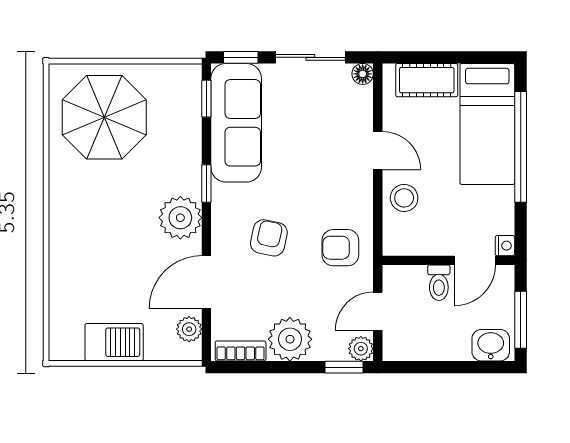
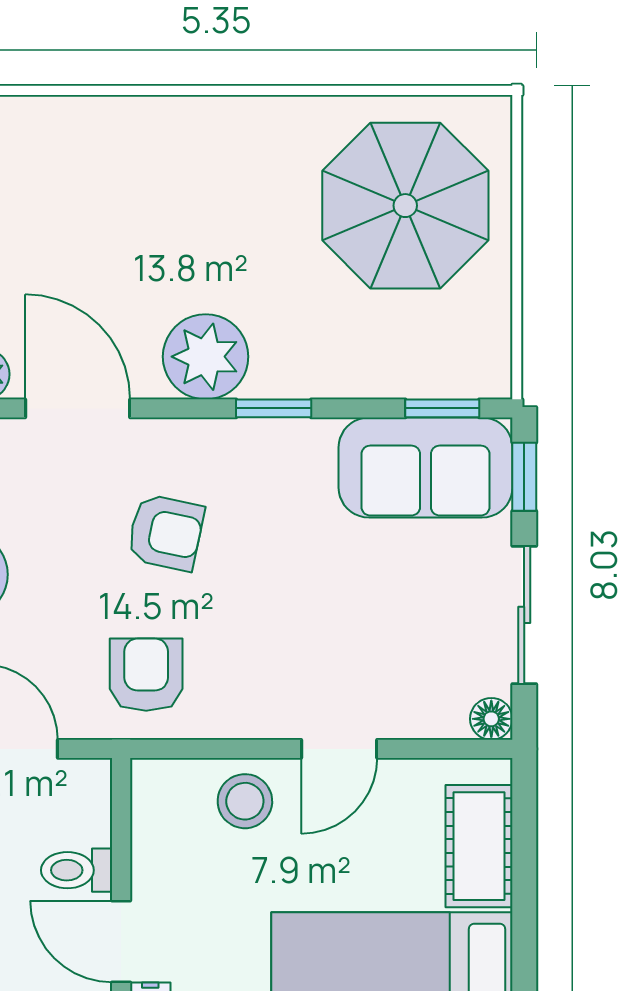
sofa: (236, 123) -> (426, 468), width x0.73

